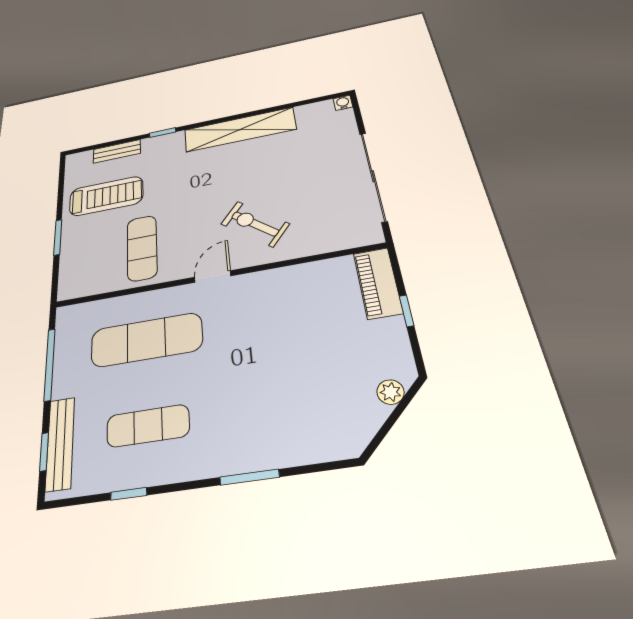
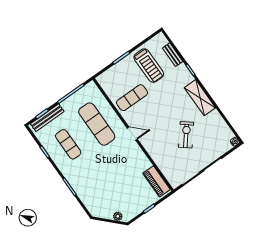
shelving: (240, 130) -> (200, 98), width x0.68
exercise bike: (255, 224) -> (186, 135), moved
piano: (378, 283) -> (156, 181), moved, turned -90

